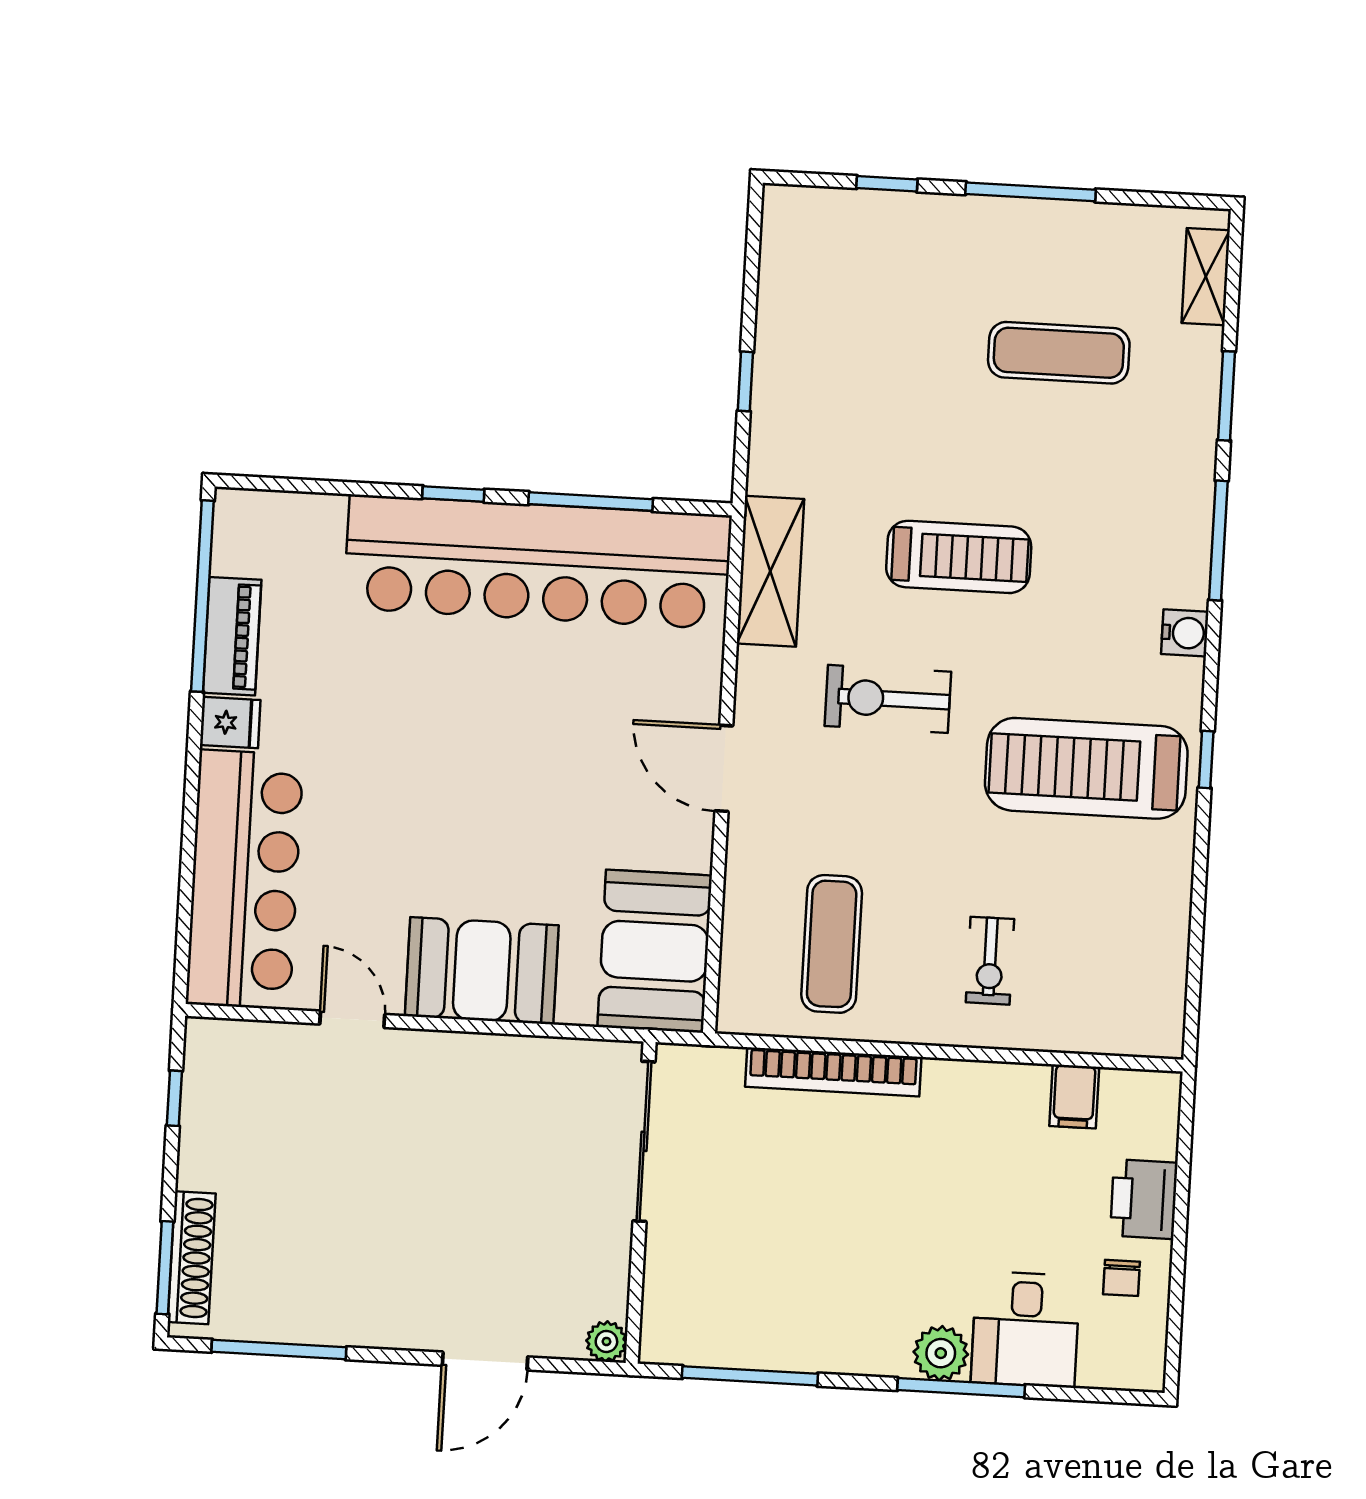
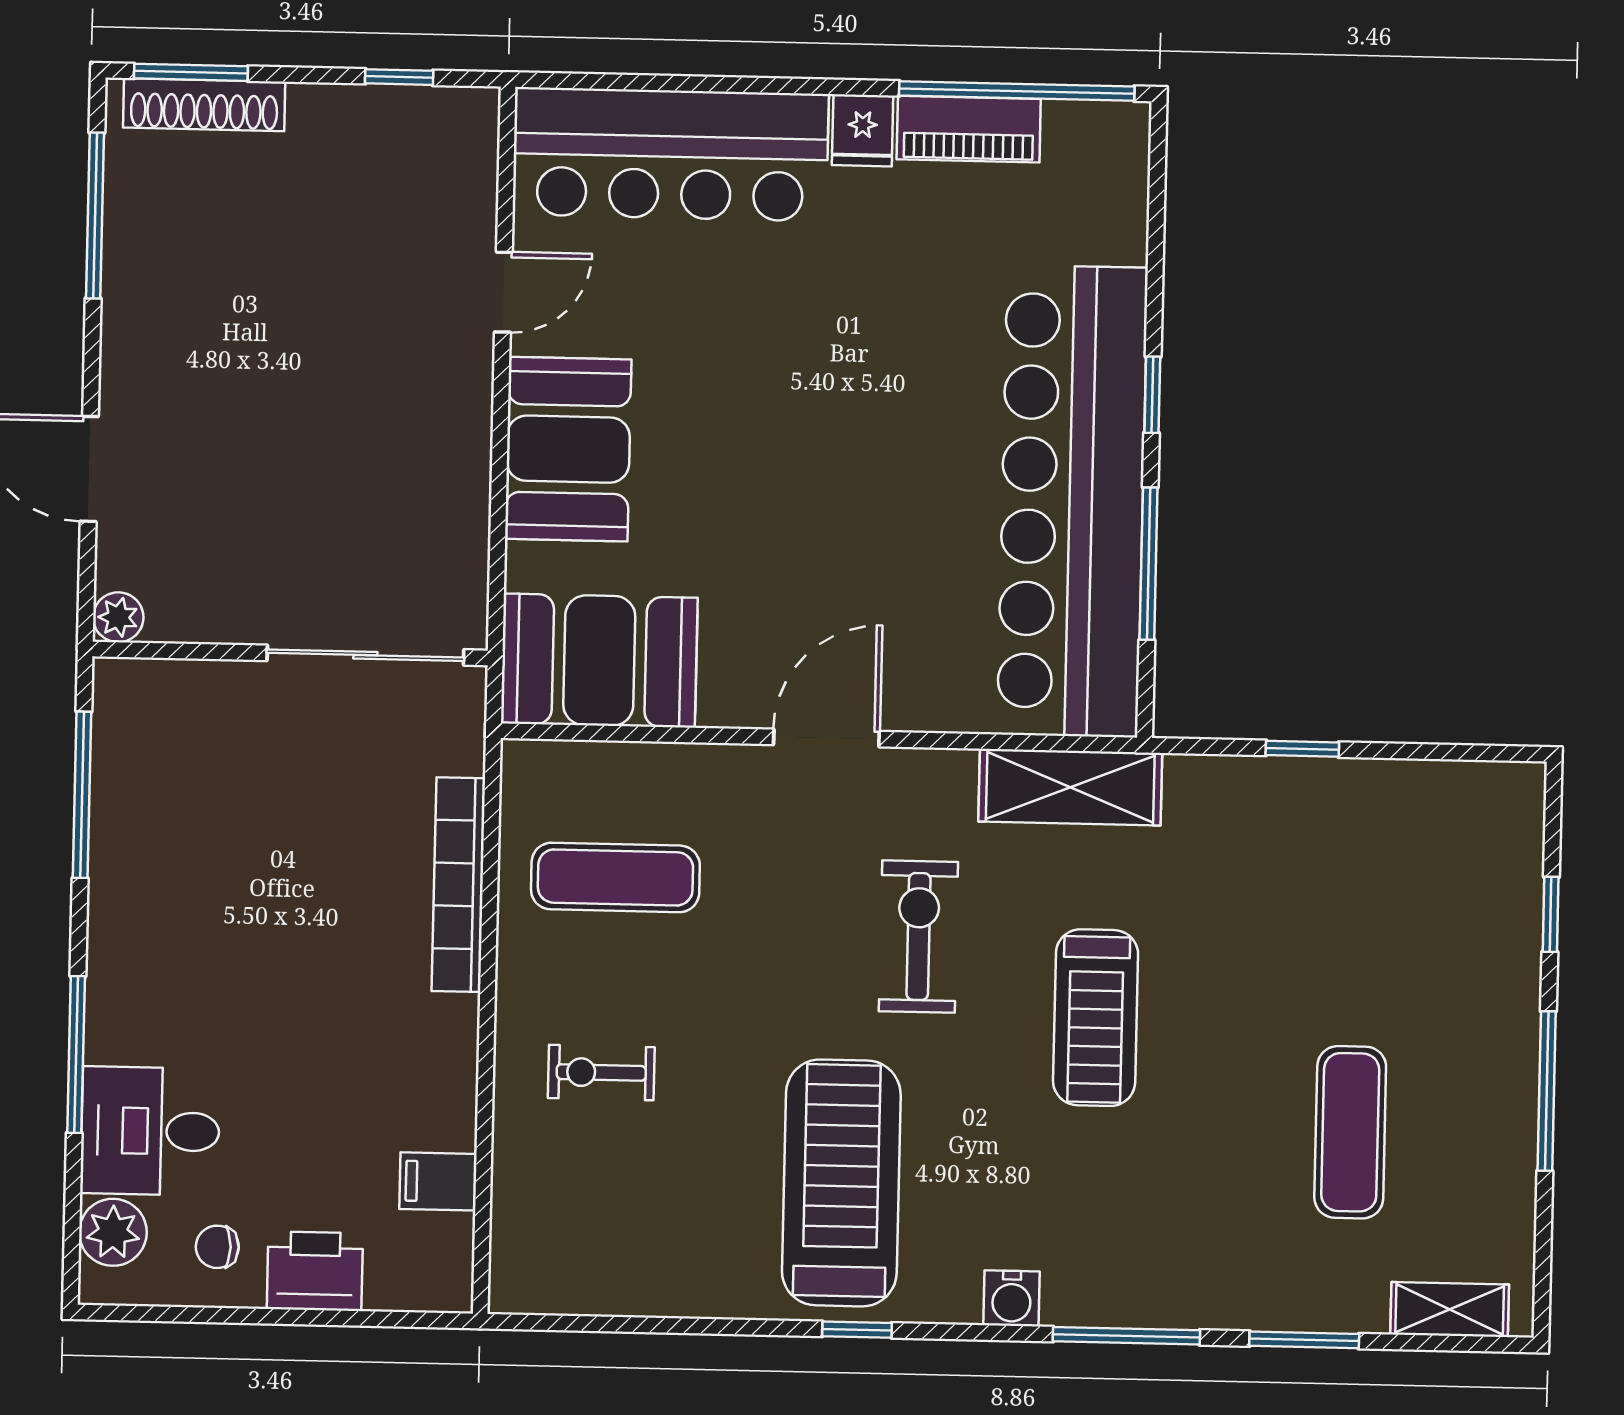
plant: (941, 1353) -> (113, 1232), moved

